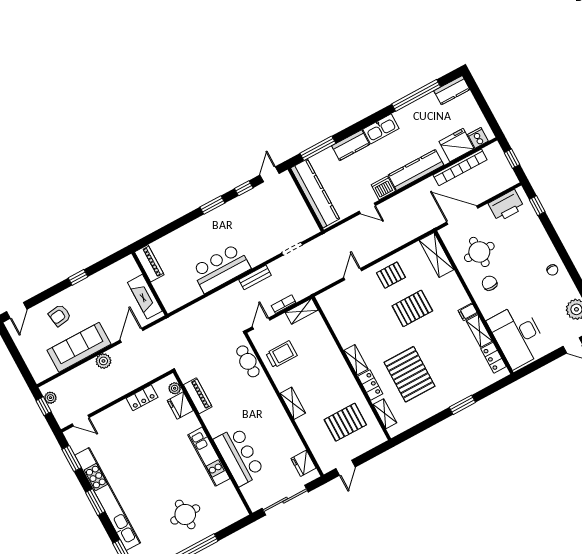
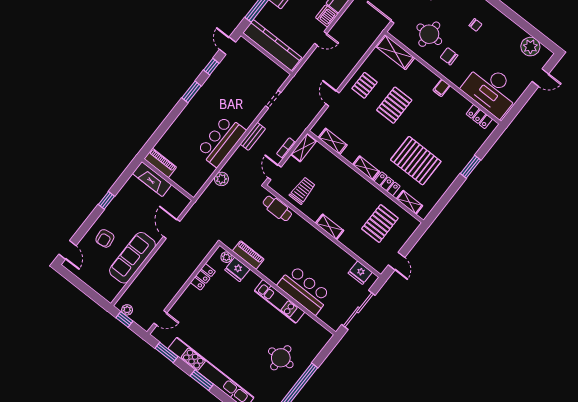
chair: (552, 270) -> (475, 25), moved
fireplace: (145, 297) -> (152, 179), moved
shelving: (479, 331) -> (333, 141), moved
plant: (103, 361) -> (221, 179), moved

